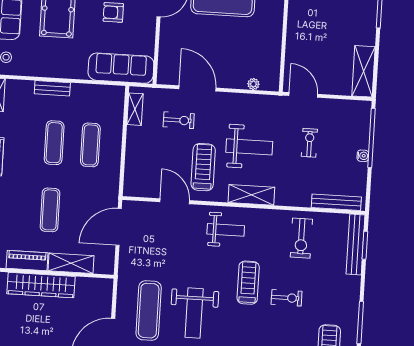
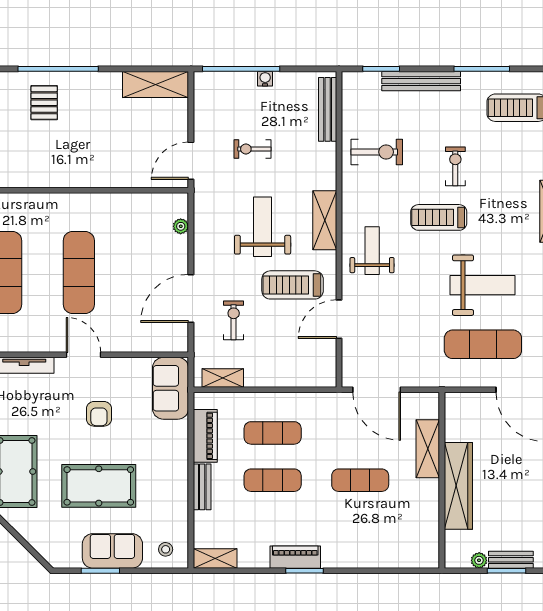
sofa: (121, 68) -> (171, 388), width x0.73
bench: (356, 244) -> (421, 81), moved
piano: (27, 260) -> (205, 436), moved, turned 180

